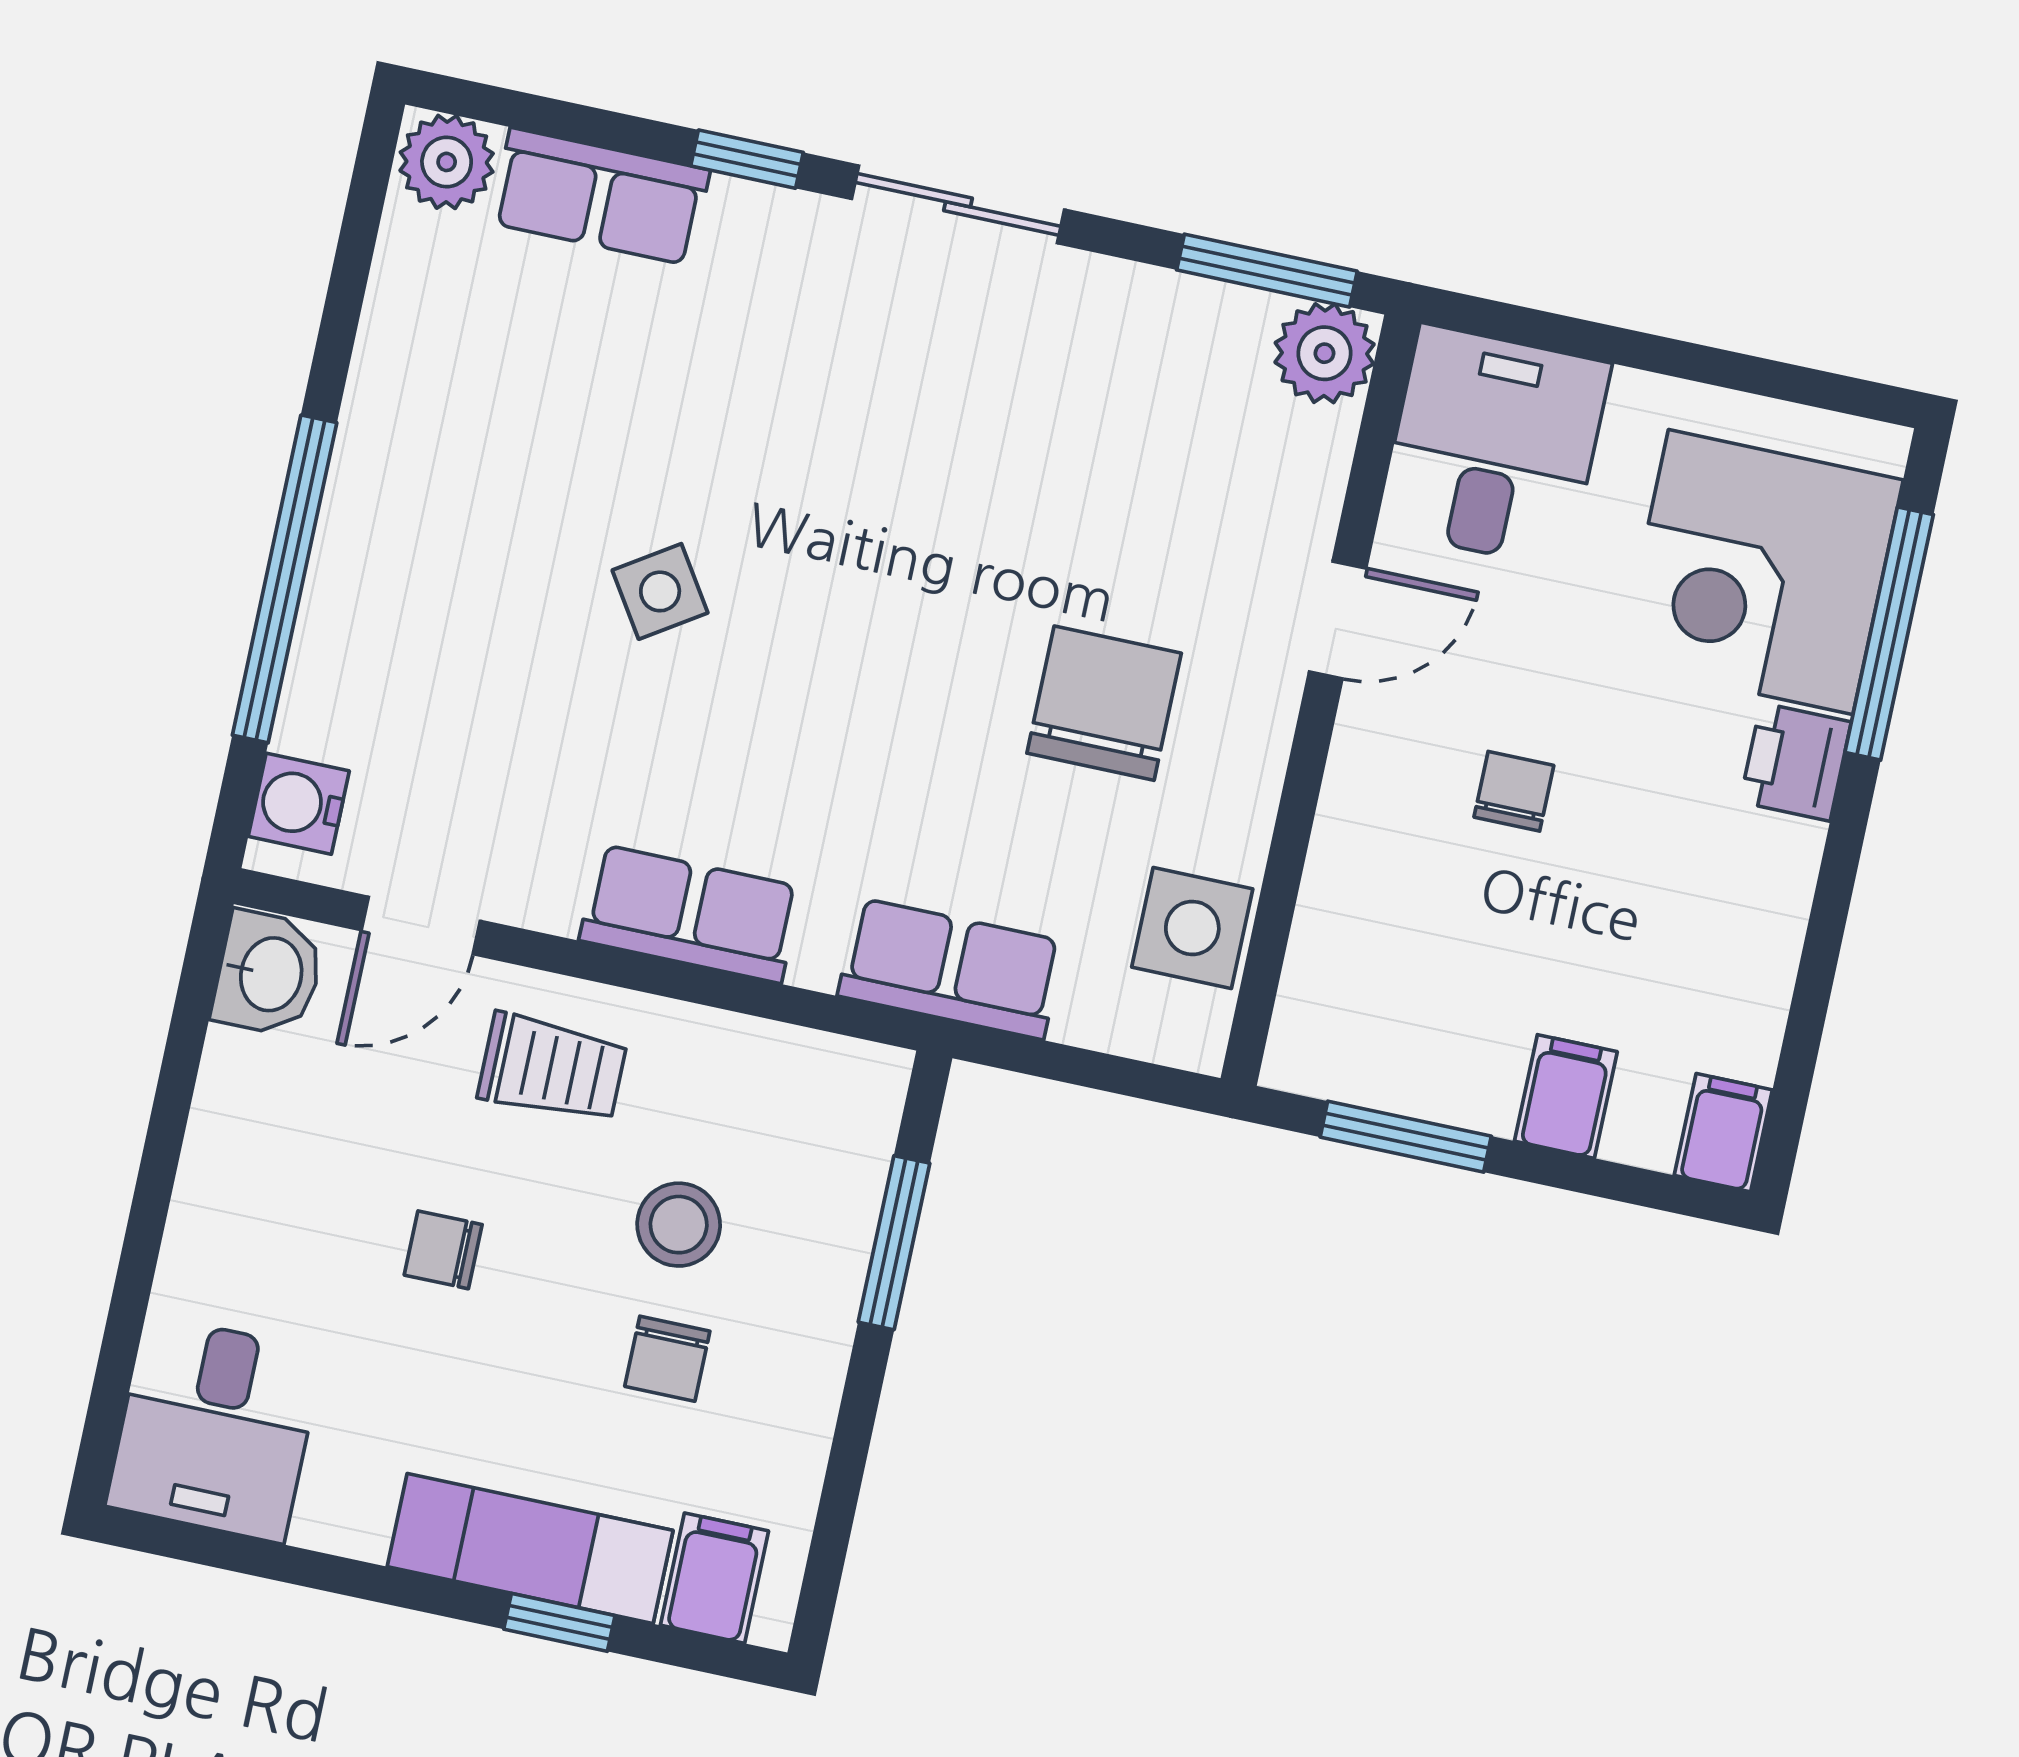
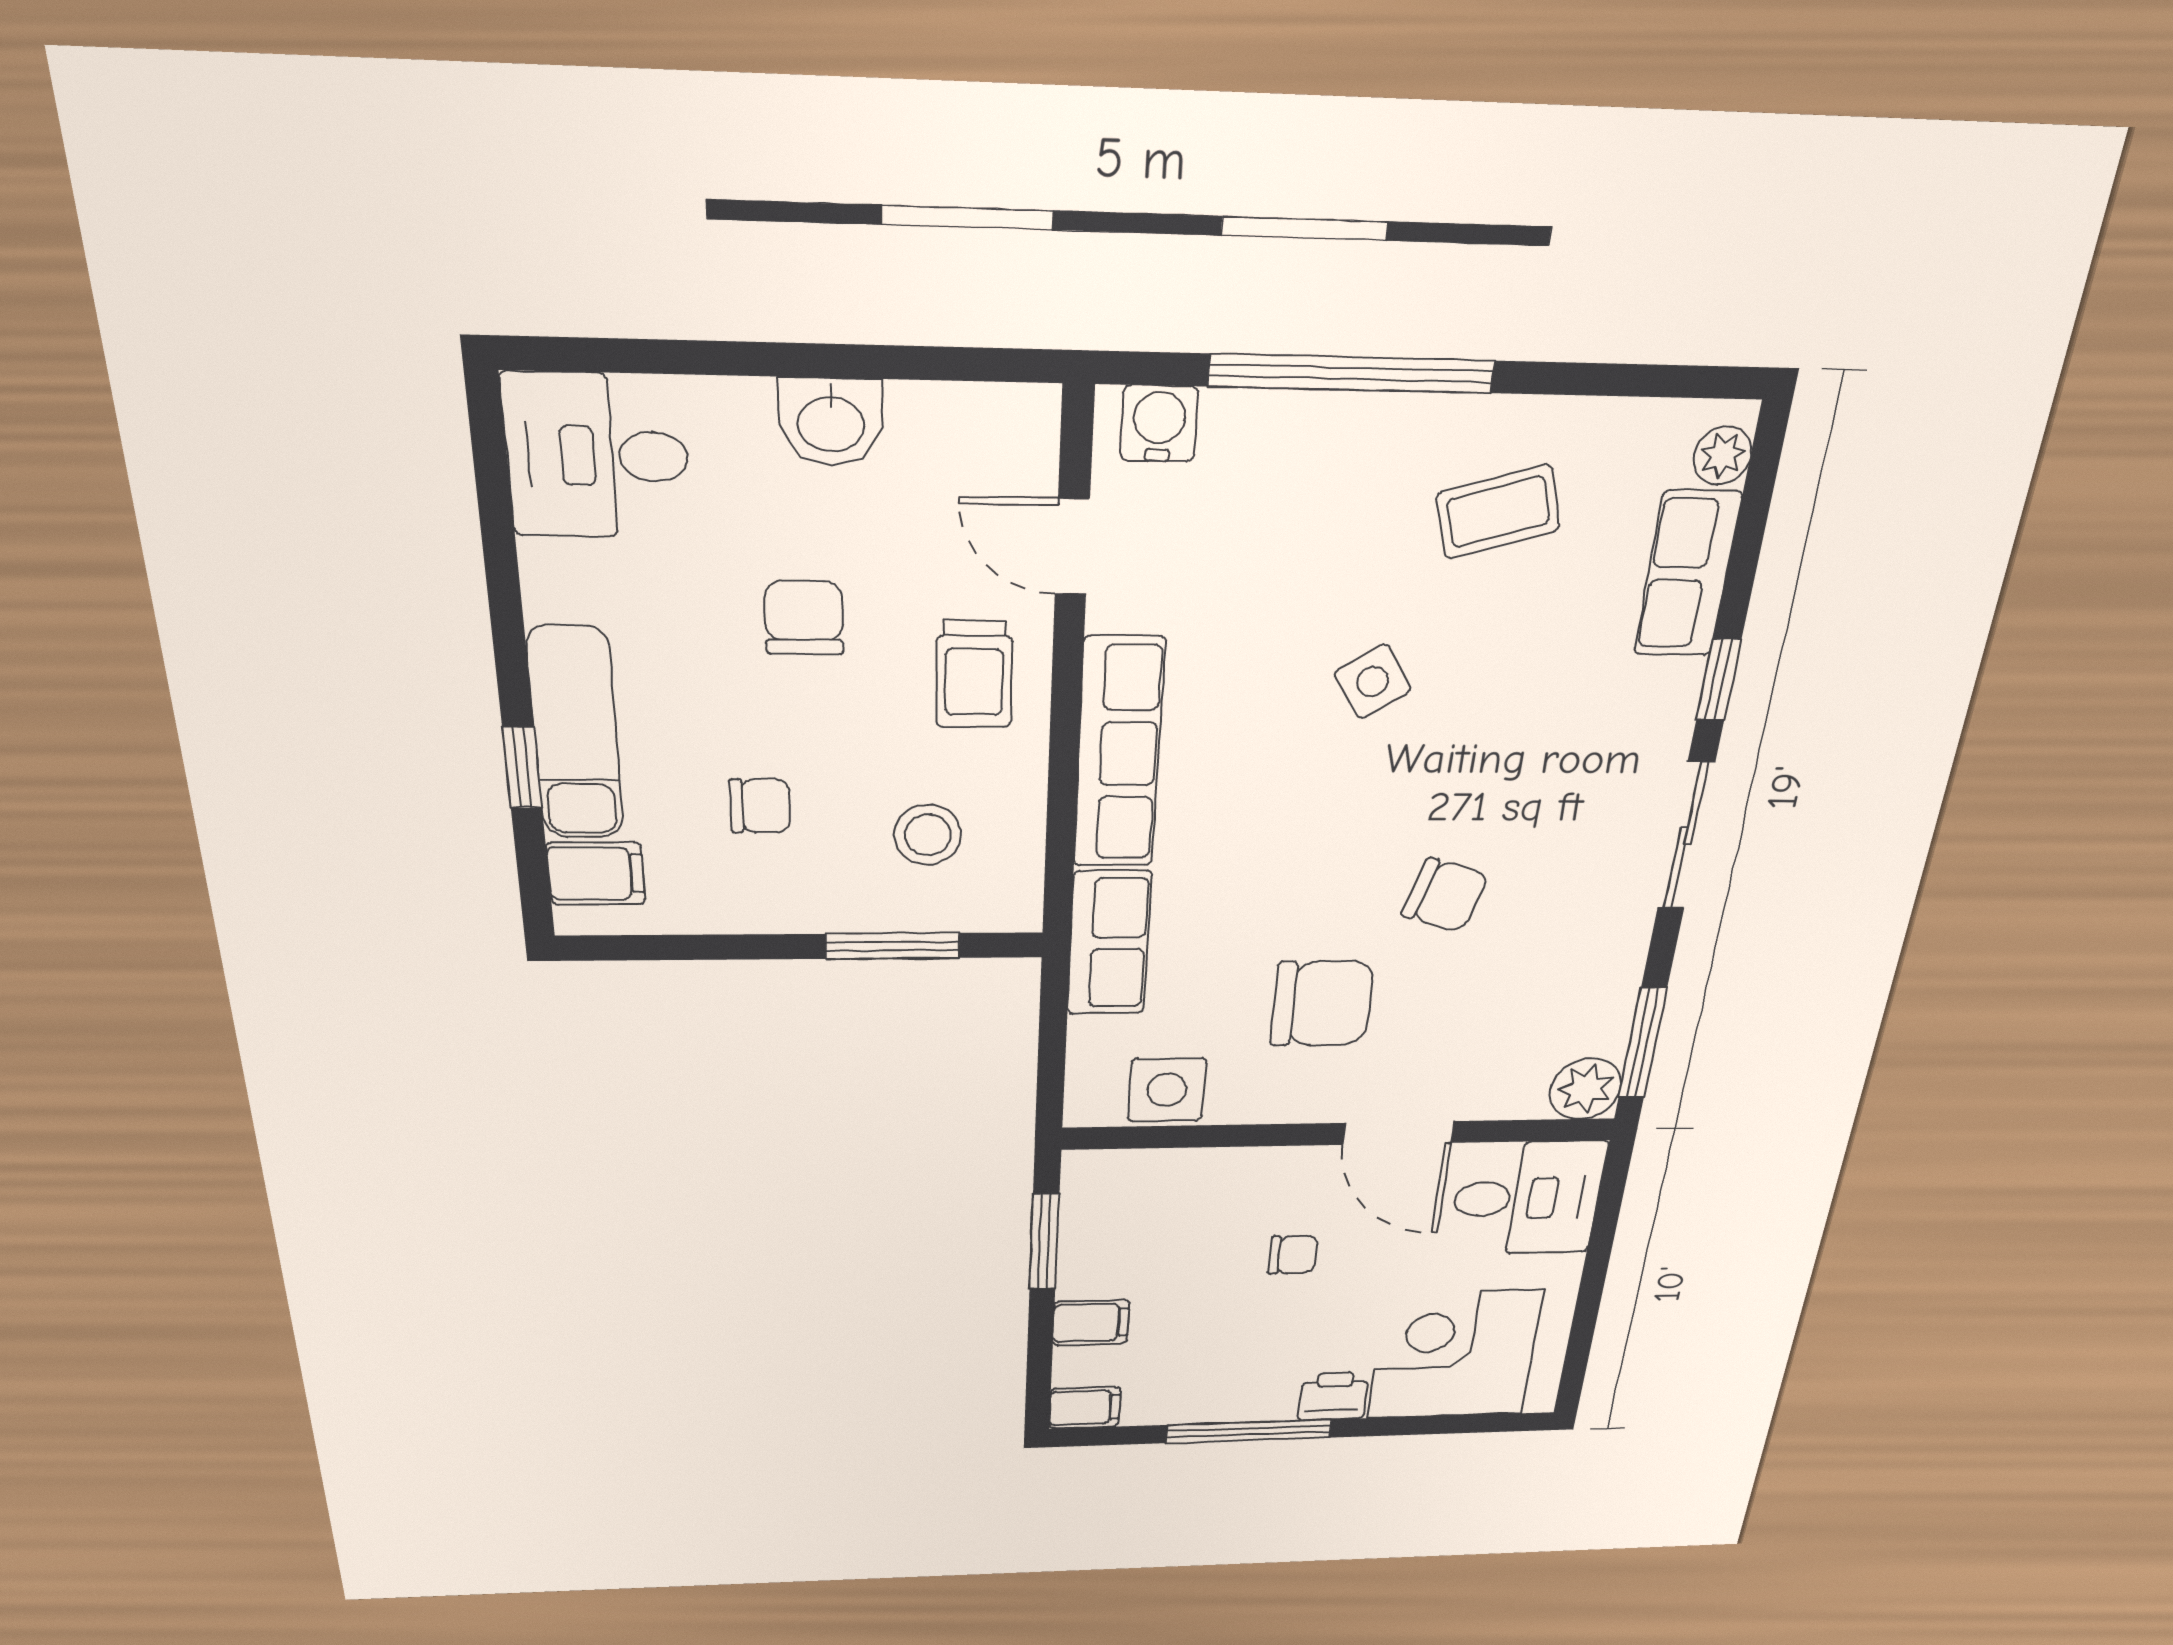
plant: (447, 162) -> (1723, 455), width x0.73, depth x0.73
coffee table: (478, 422) -> (1498, 512), added
chair: (976, 525) -> (1445, 895), added
door: (1338, 620) -> (1399, 1133), width x1.38
window: (1889, 634) -> (1249, 1431), moved
row of seats: (690, 914) -> (1119, 754), width x1.48
washbasin: (268, 974) -> (831, 422), moved
stool: (679, 1225) -> (928, 835), moved
chair: (443, 1250) -> (804, 618), width x1.37, depth x1.37
chair: (667, 1359) -> (760, 806), turned 180

